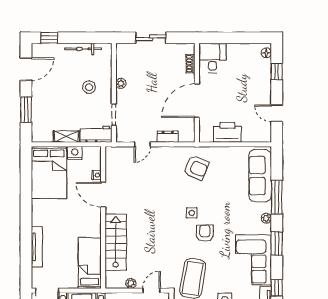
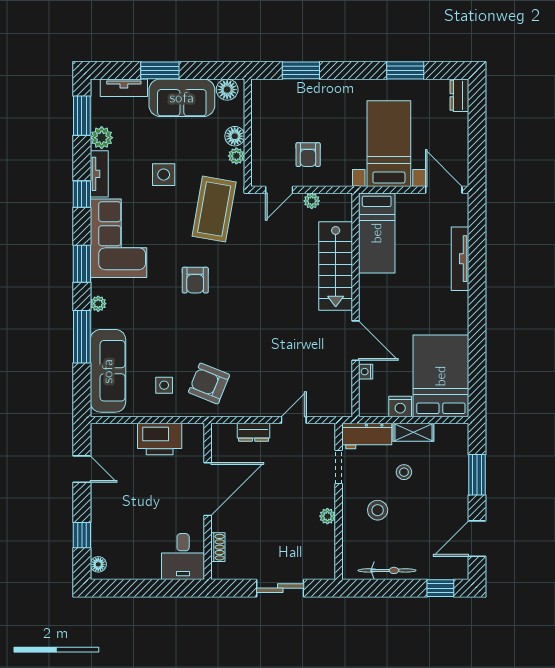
stool: (72, 111) -> (404, 472), added
side table: (192, 213) -> (164, 385), moved

